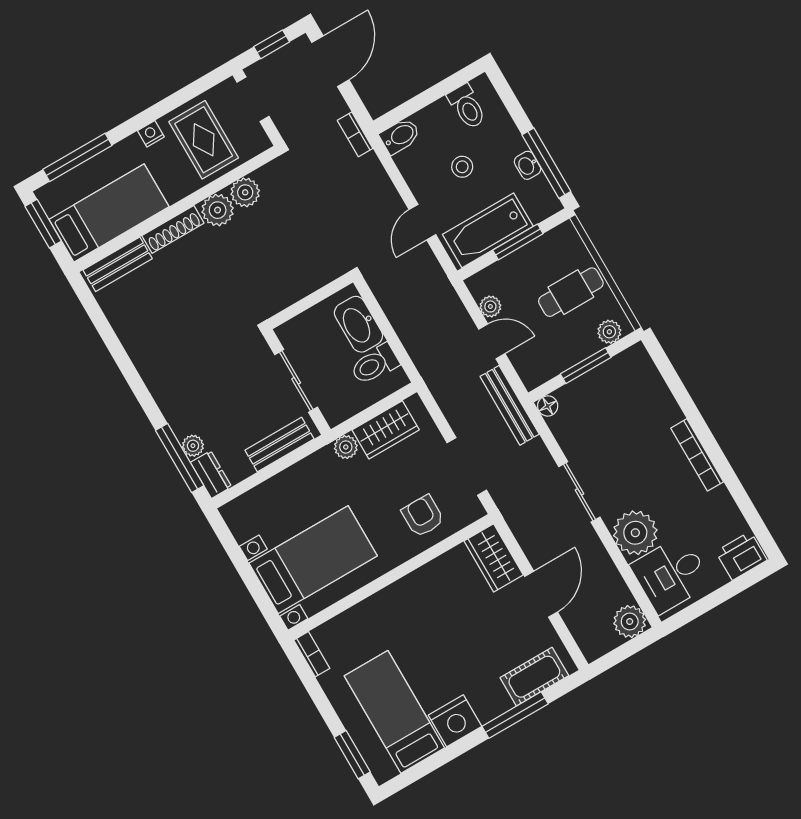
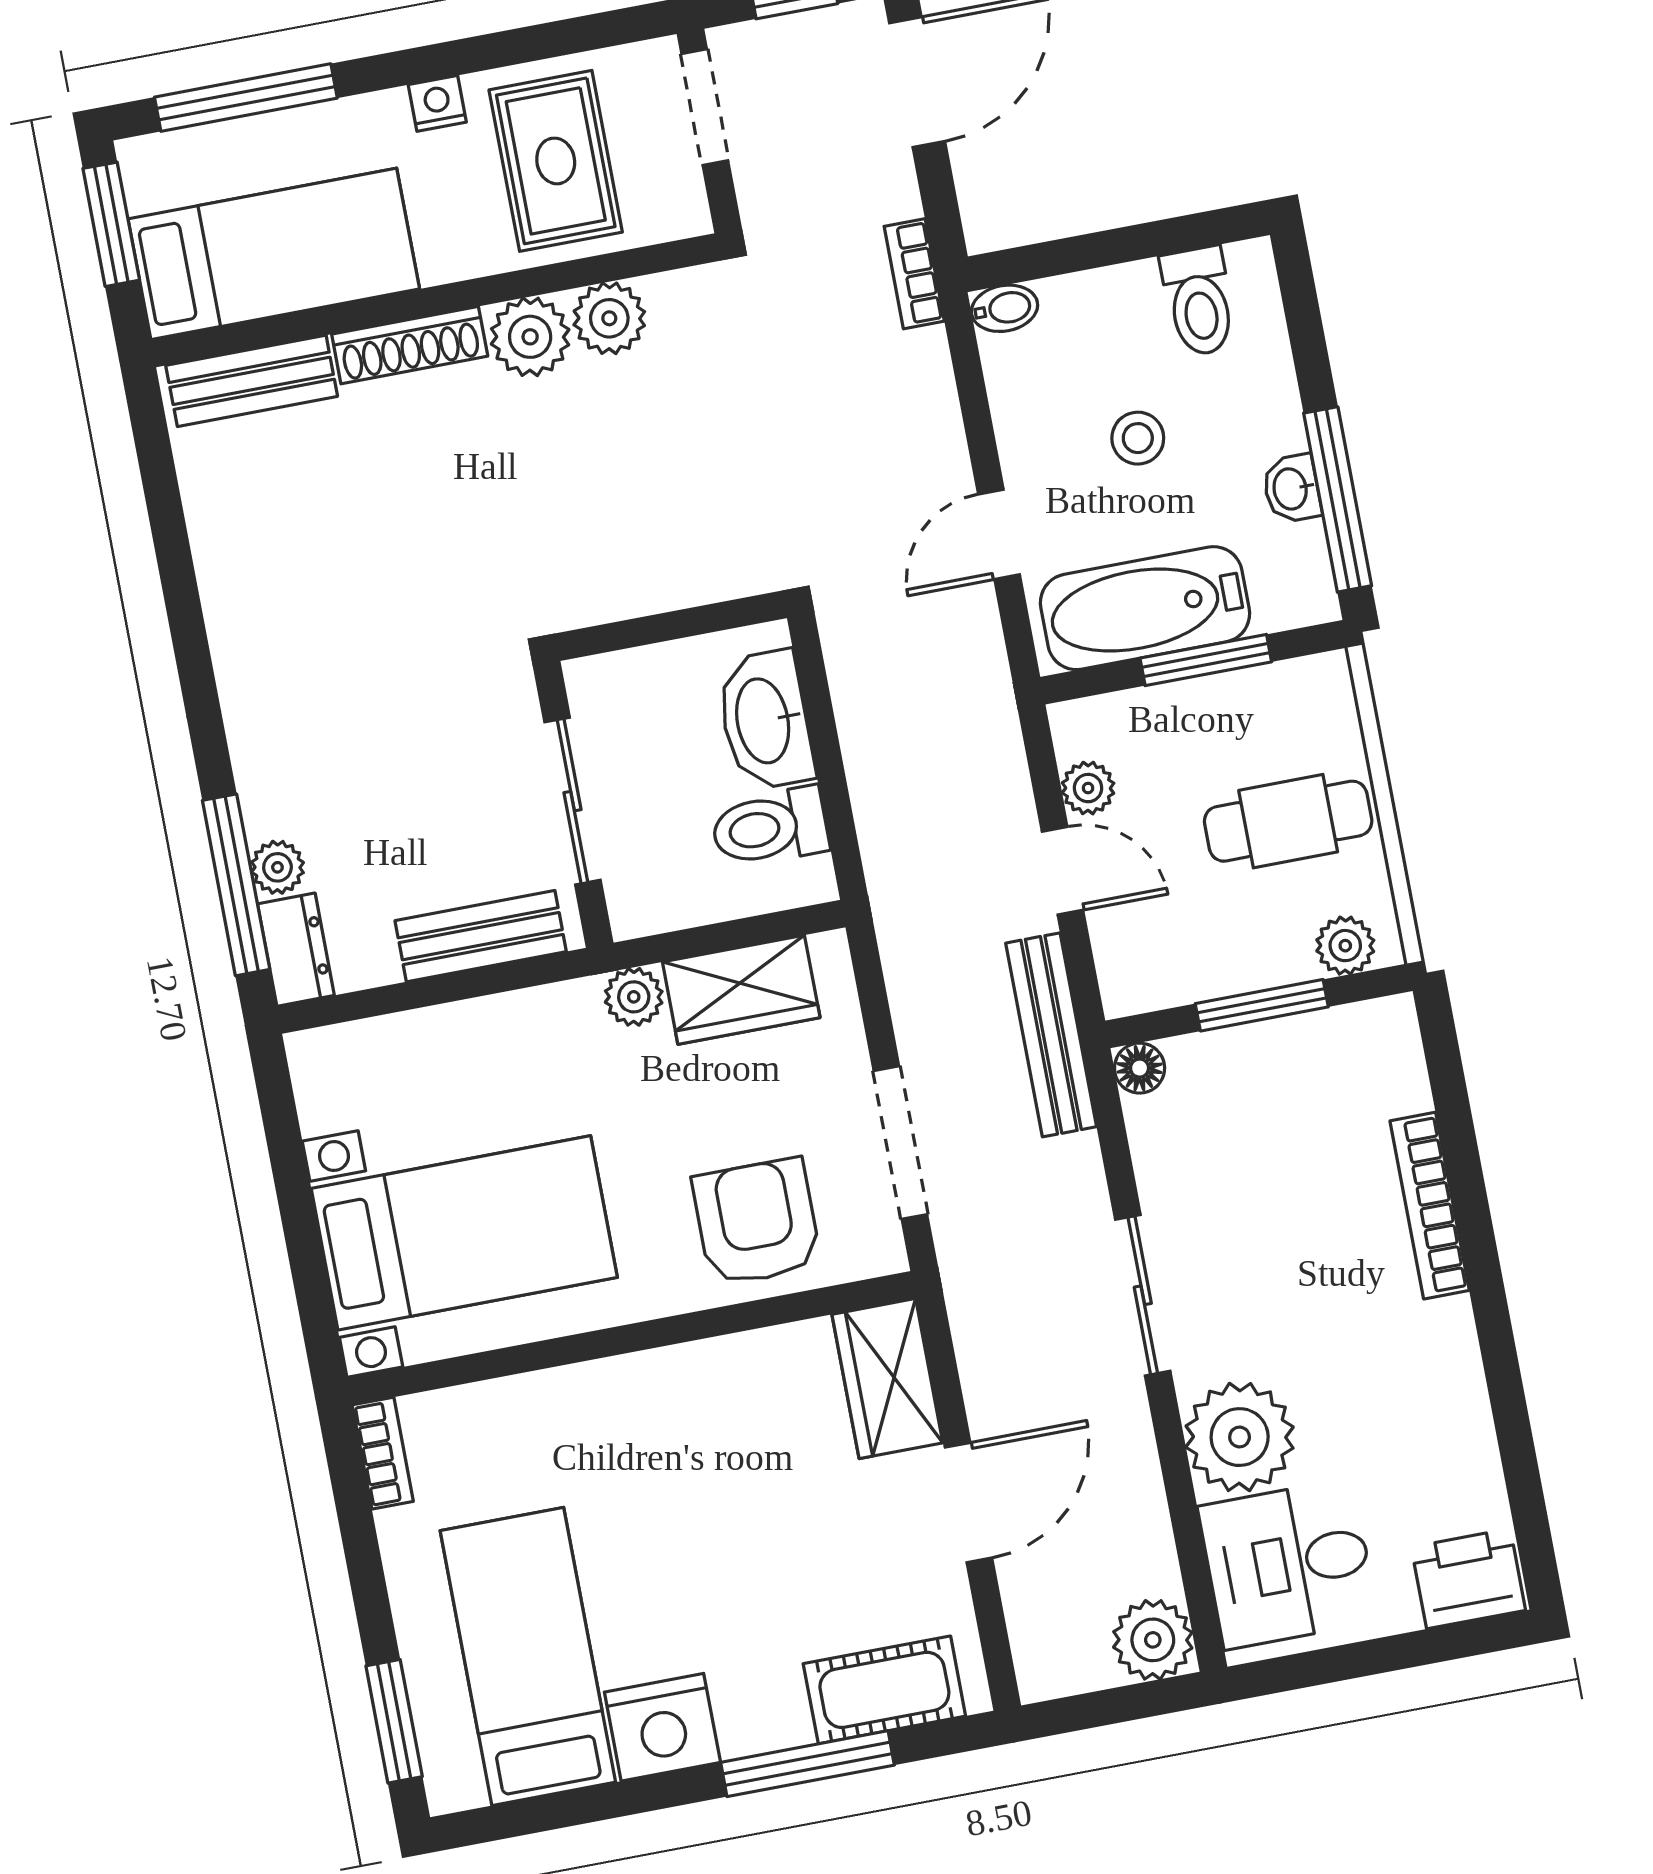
bidet: (400, 136) -> (1005, 308), width x0.72, depth x0.74
bookcase: (697, 455) -> (1430, 1206), moved
armchair: (423, 516) -> (757, 1222), width x1.38, depth x1.38

